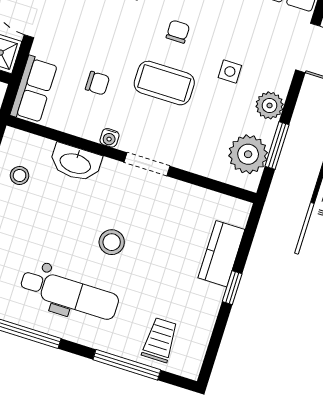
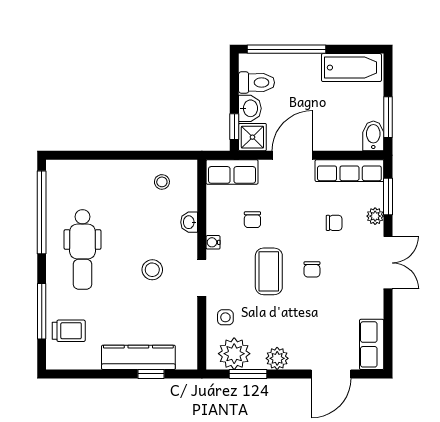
chair: (178, 32) -> (312, 269), turned 90
side table: (230, 71) -> (225, 317), moved
washbasin: (76, 163) -> (189, 222), width x0.52, depth x0.69
stool: (112, 242) -> (152, 270), moved
kitchen counter: (221, 254) -> (138, 357), width x1.50
window: (232, 288) -> (151, 374), moved

